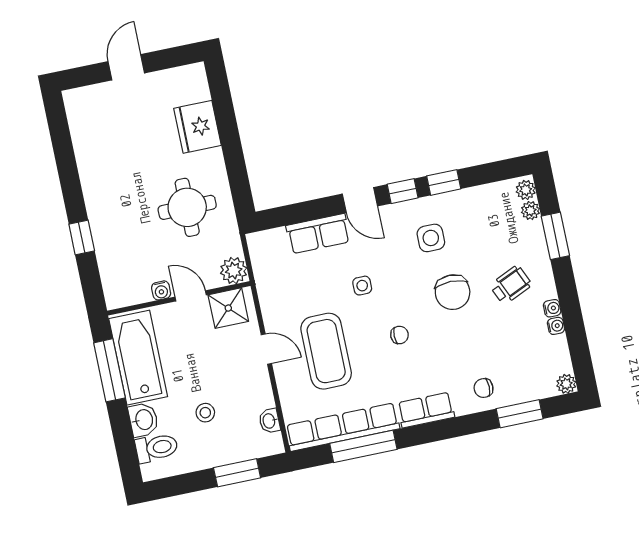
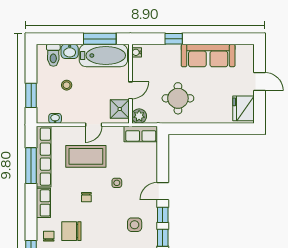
fridge: (198, 127) -> (243, 108), moved, turned -90
sofa: (99, 169) -> (208, 56), added
row of seats: (318, 234) -> (141, 134), moved, turned -90
water cooler: (161, 290) -> (137, 52), moved
chair: (453, 292) -> (71, 231), moved

